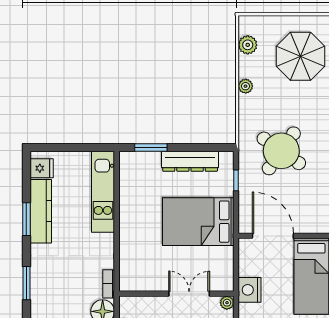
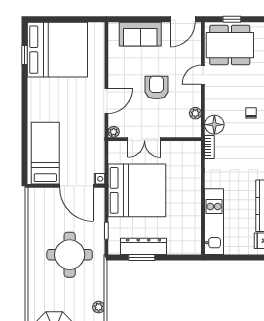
window: (151, 147) -> (142, 257), moved
round table: (281, 151) -> (70, 255), turned -35
bed: (198, 222) -> (137, 190), width x1.36
nightstand: (250, 290) -> (99, 179), moved, width x0.53, depth x0.56

